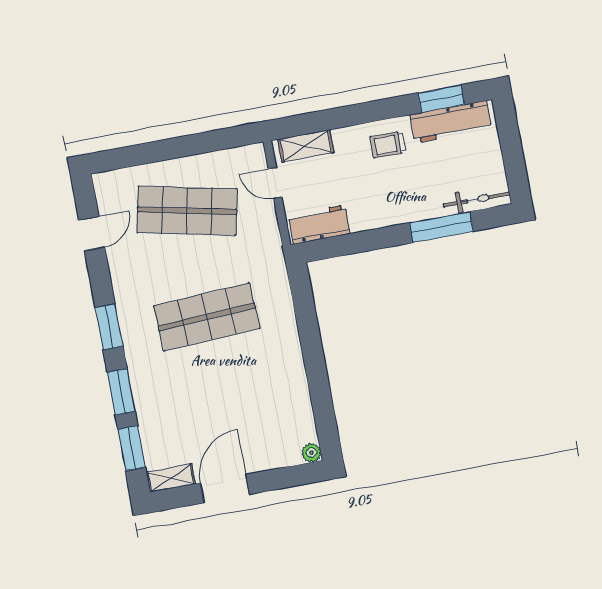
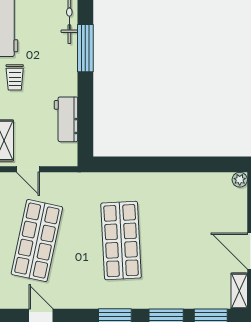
door: (275, 183) -> (28, 169), hinge flipped
workbench: (319, 224) -> (66, 119), moved

